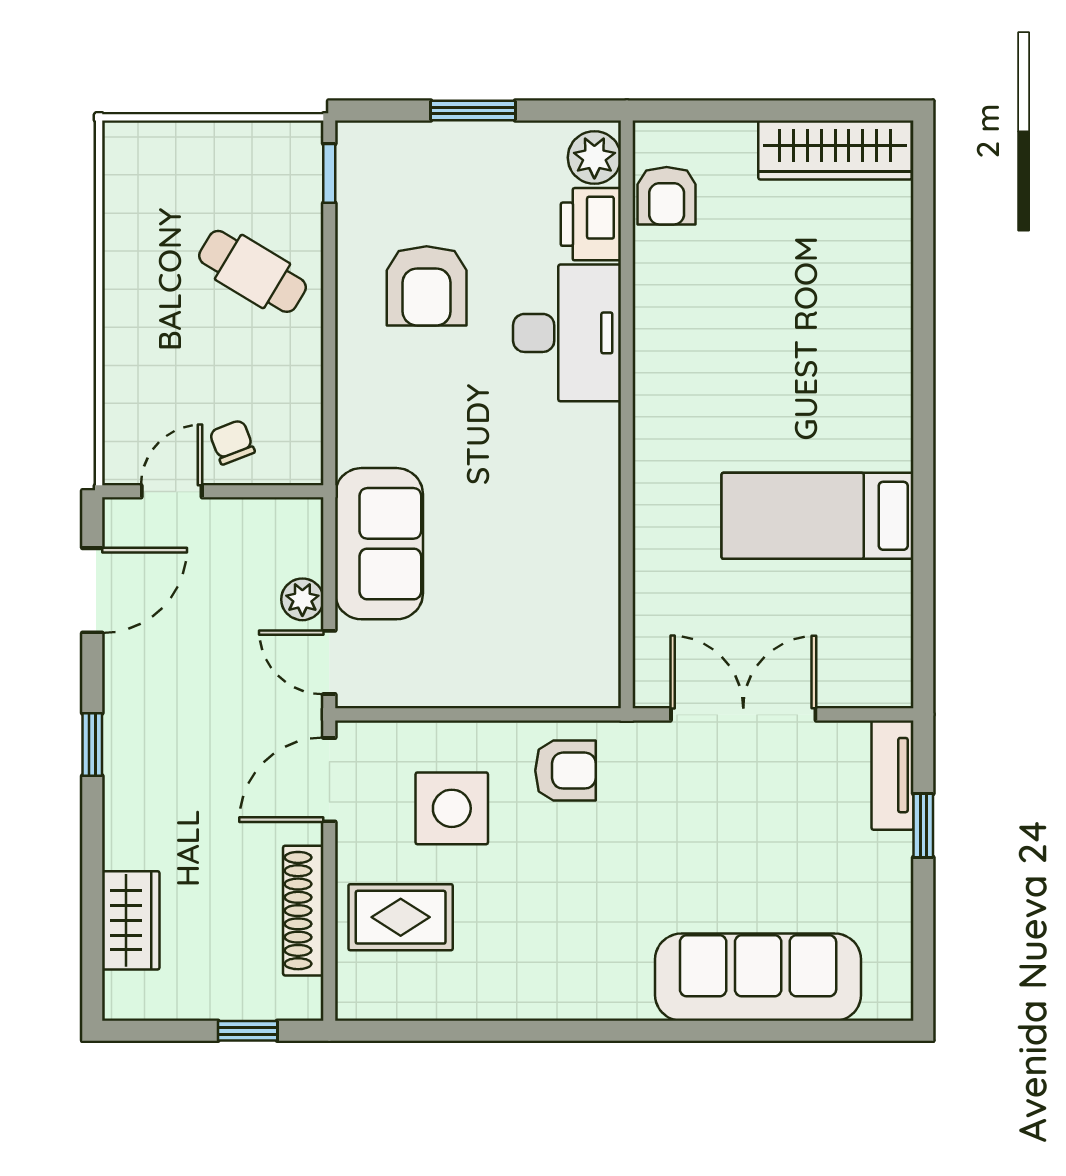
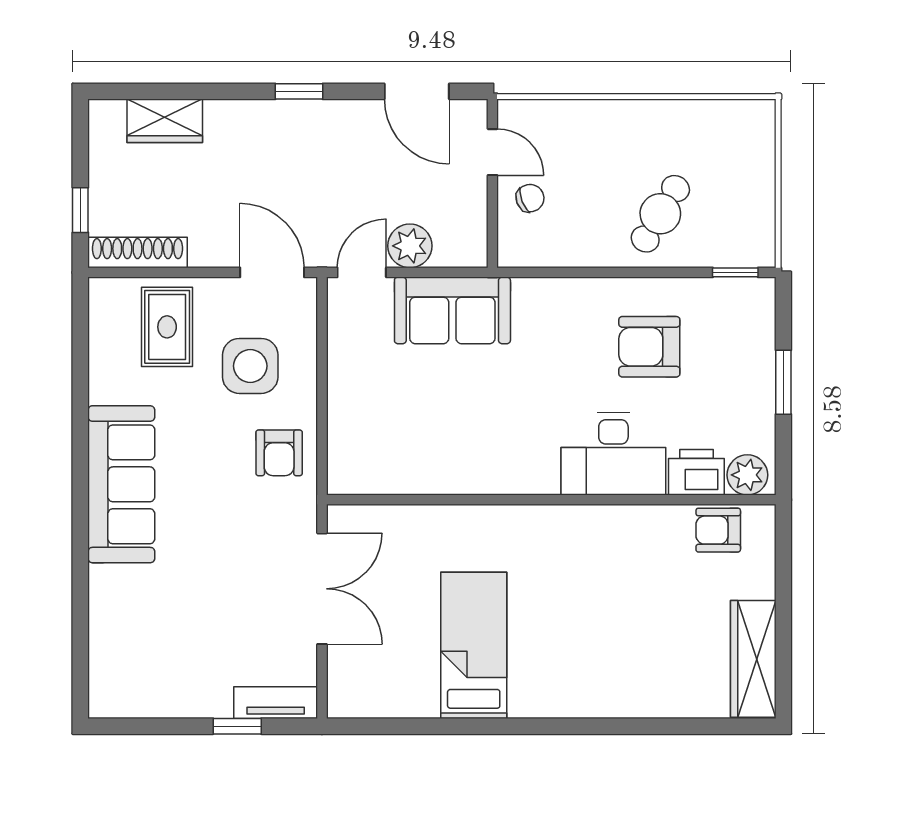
plant: (302, 599) -> (410, 246), width x1.38, depth x1.38
shoe rack: (303, 911) -> (138, 253), moved
sofa: (758, 977) -> (121, 484), moved

